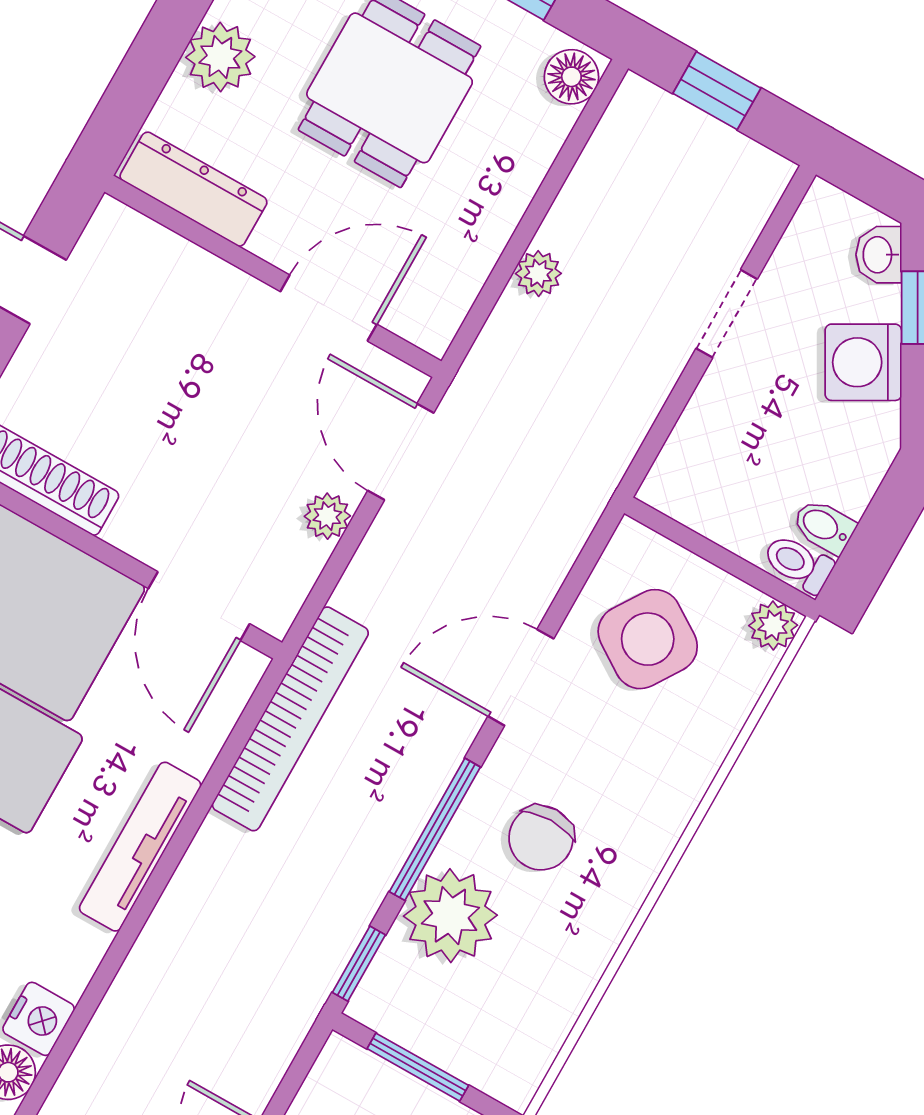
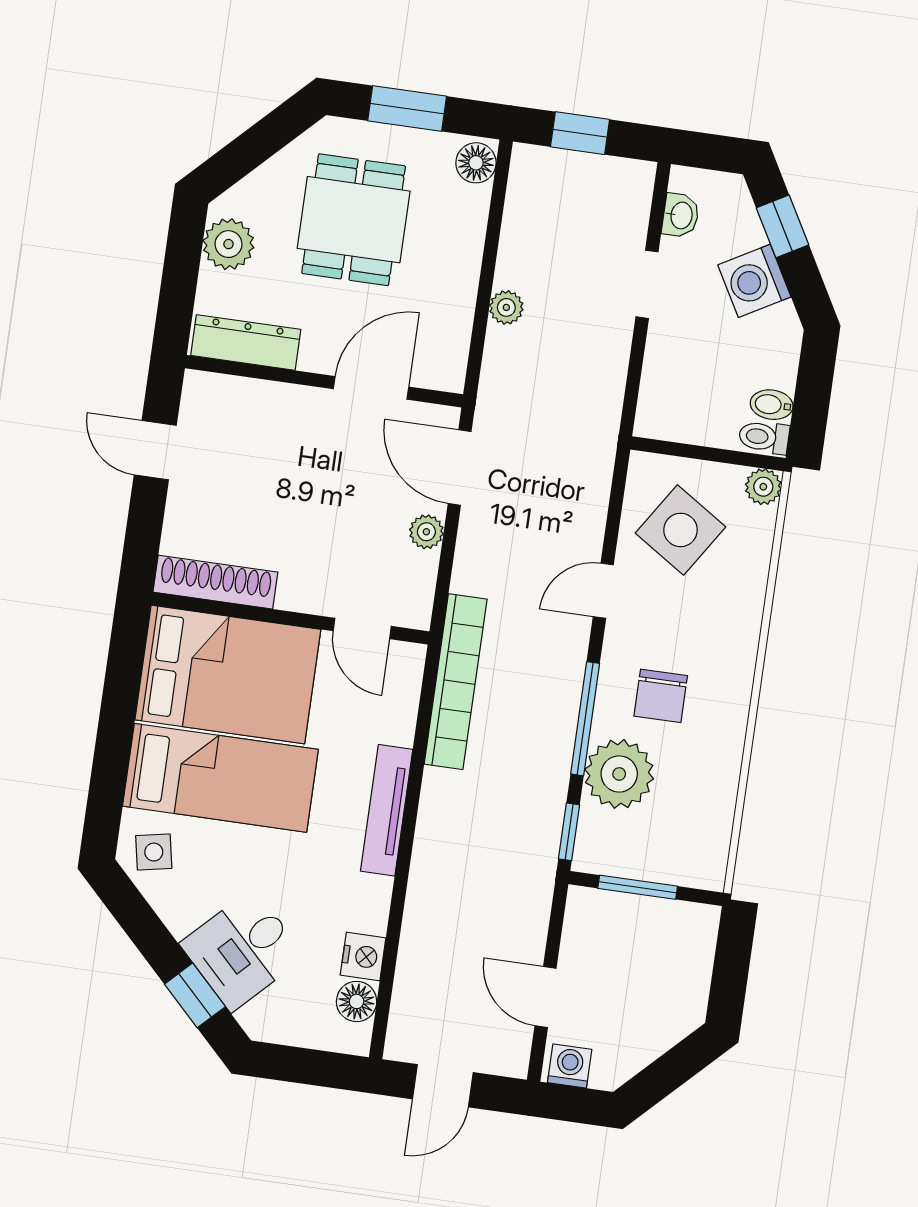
washbasin: (879, 255) -> (681, 215), moved, turned -151
door: (199, 606) -> (362, 629), width x0.73
door: (521, 677) -> (603, 591), width x0.73

